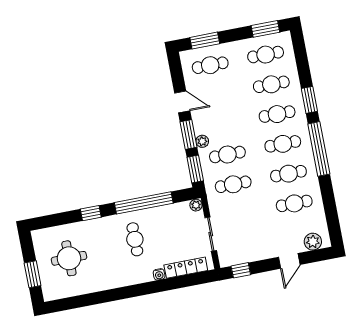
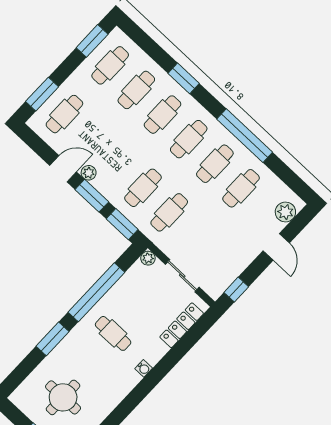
plant: (202, 141) -> (89, 173), moved
window: (319, 149) -> (245, 136), moved
window: (91, 213) -> (53, 339), width x1.50
water cooler: (159, 274) -> (144, 368), moved

